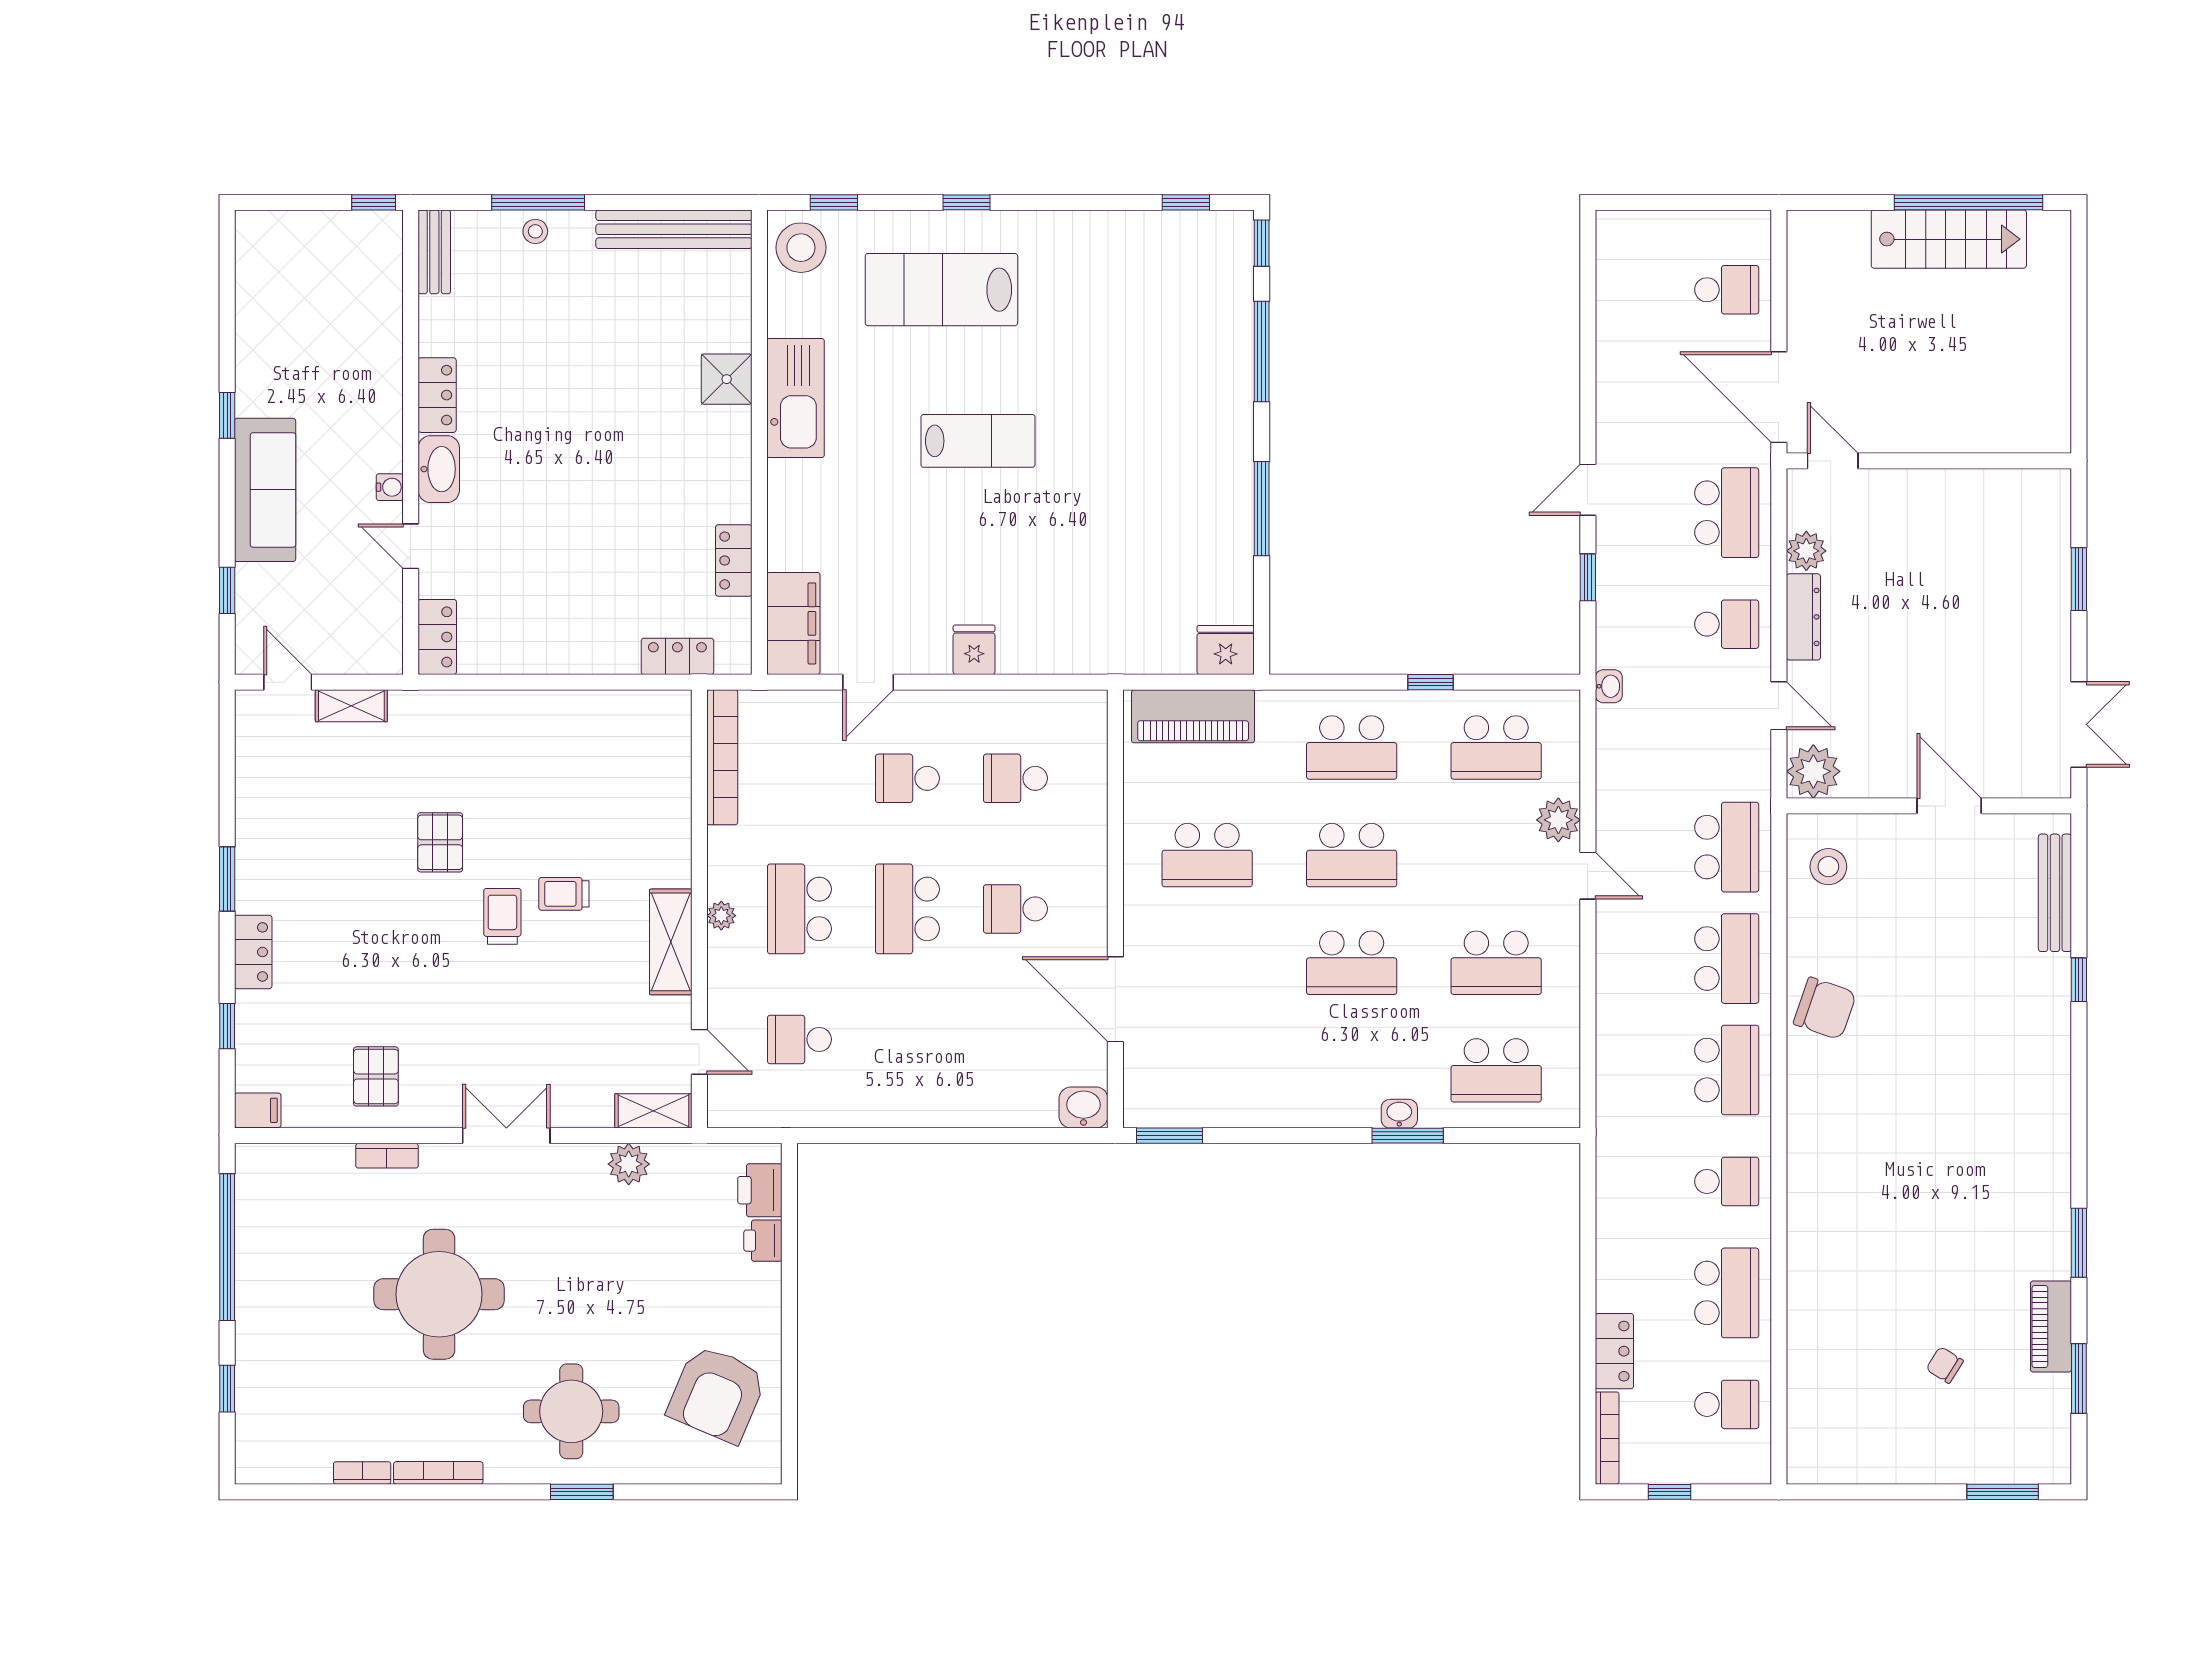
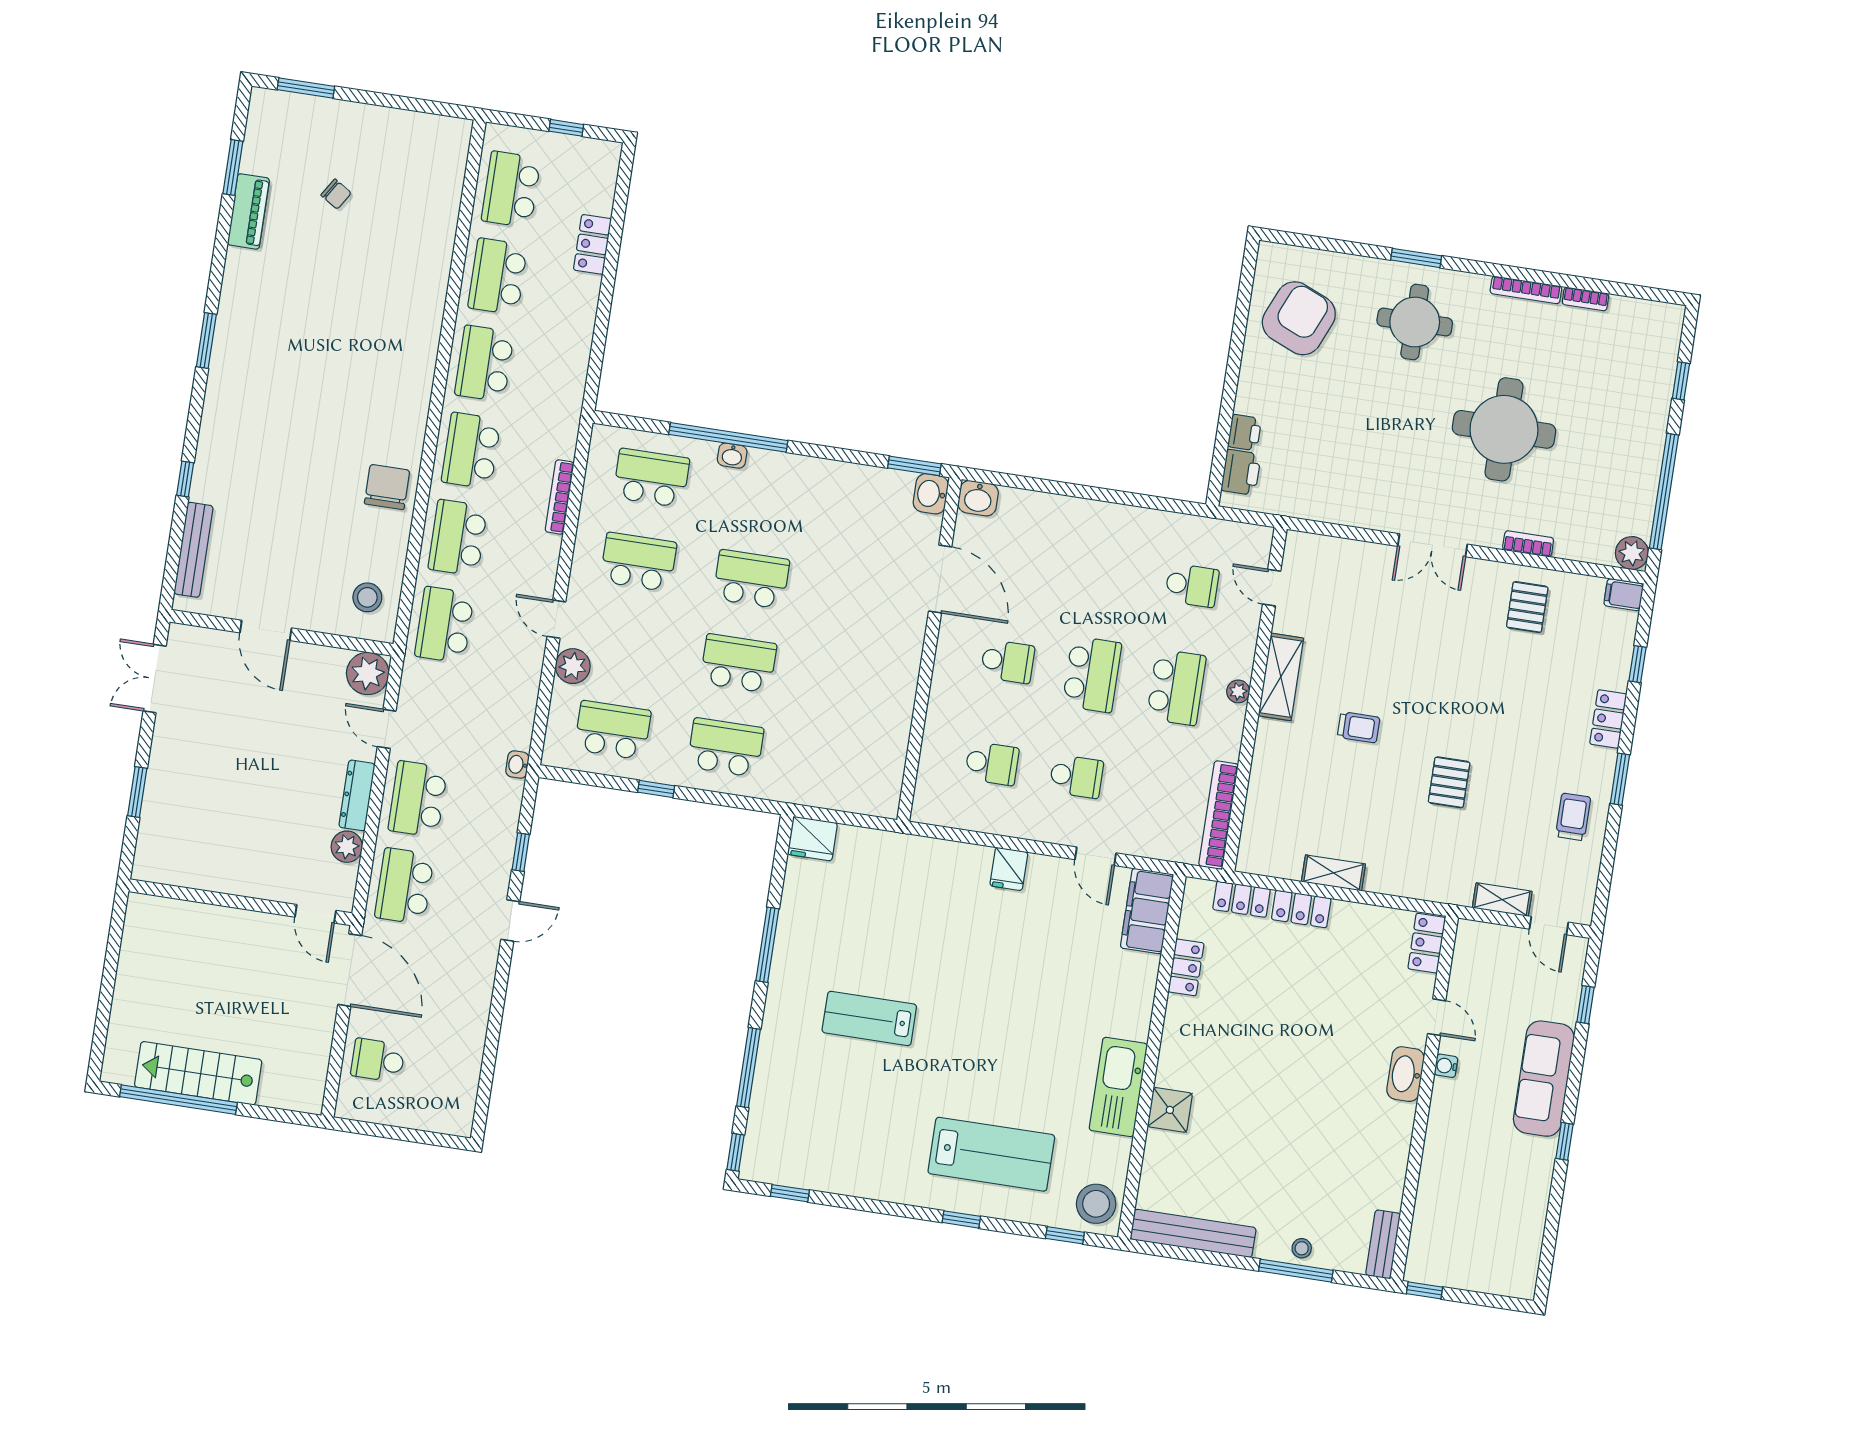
locker: (437, 395) -> (1301, 909), moved, turned -90
lab bench: (978, 441) -> (869, 1018), moved
school desk: (1727, 624) -> (418, 799), width x1.85
door: (868, 682) -> (1095, 856), swing flipped
piano: (1193, 716) -> (846, 791), removed
school desk: (1207, 855) -> (851, 681), removed
trolley: (502, 916) -> (1573, 817), moved, turned 180
chair: (1825, 1008) -> (387, 487), turned 71
washbasin: (1144, 1104) -> (931, 494), added
shelving: (653, 1111) -> (1333, 873), moved
window: (1408, 1136) -> (728, 437), width x2.11
plant: (629, 1164) -> (1632, 553), moved
school desk: (1727, 1181) -> (484, 364), width x1.85
window: (2079, 1243) -> (206, 340), moved
school desk: (1727, 1404) -> (511, 189), width x1.85
bookcase: (1607, 1438) -> (560, 497), moved

